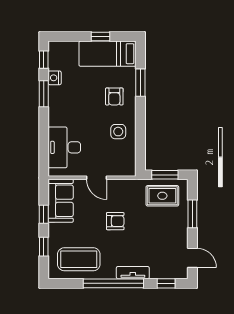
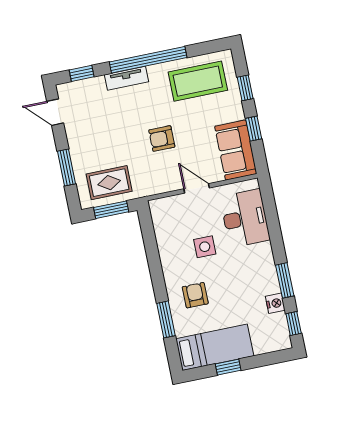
side table: (118, 132) -> (205, 247), moved

